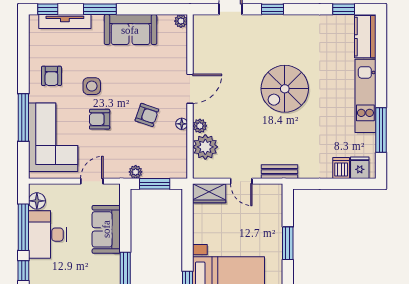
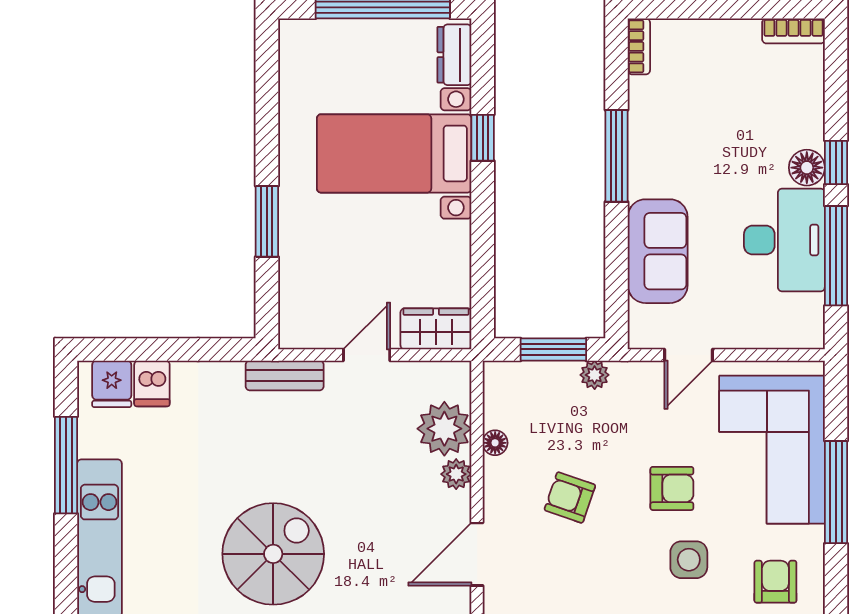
floor lamp: (182, 124) -> (495, 443), moved
door: (241, 181) -> (367, 355), hinge flipped
floor lamp: (37, 201) -> (807, 168), moved

